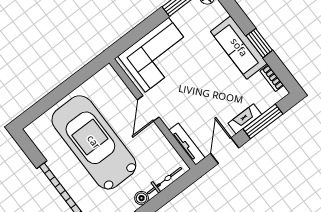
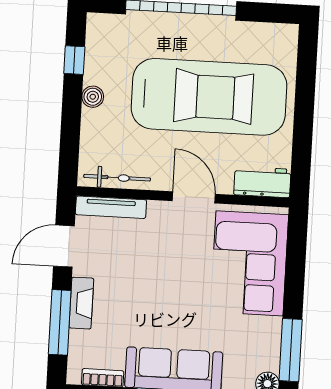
workbench: (113, 82) -> (262, 182), added
door: (225, 151) -> (64, 246), swing flipped
bicycle: (165, 181) -> (117, 178), moved, turned -90

